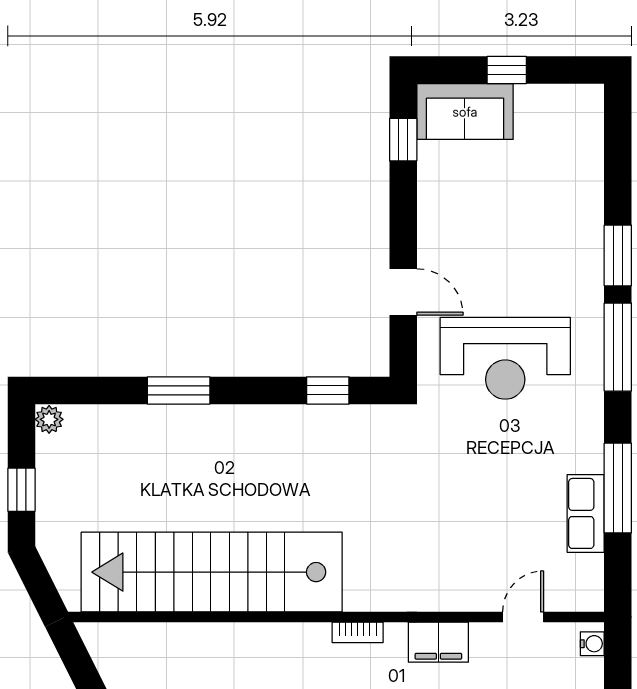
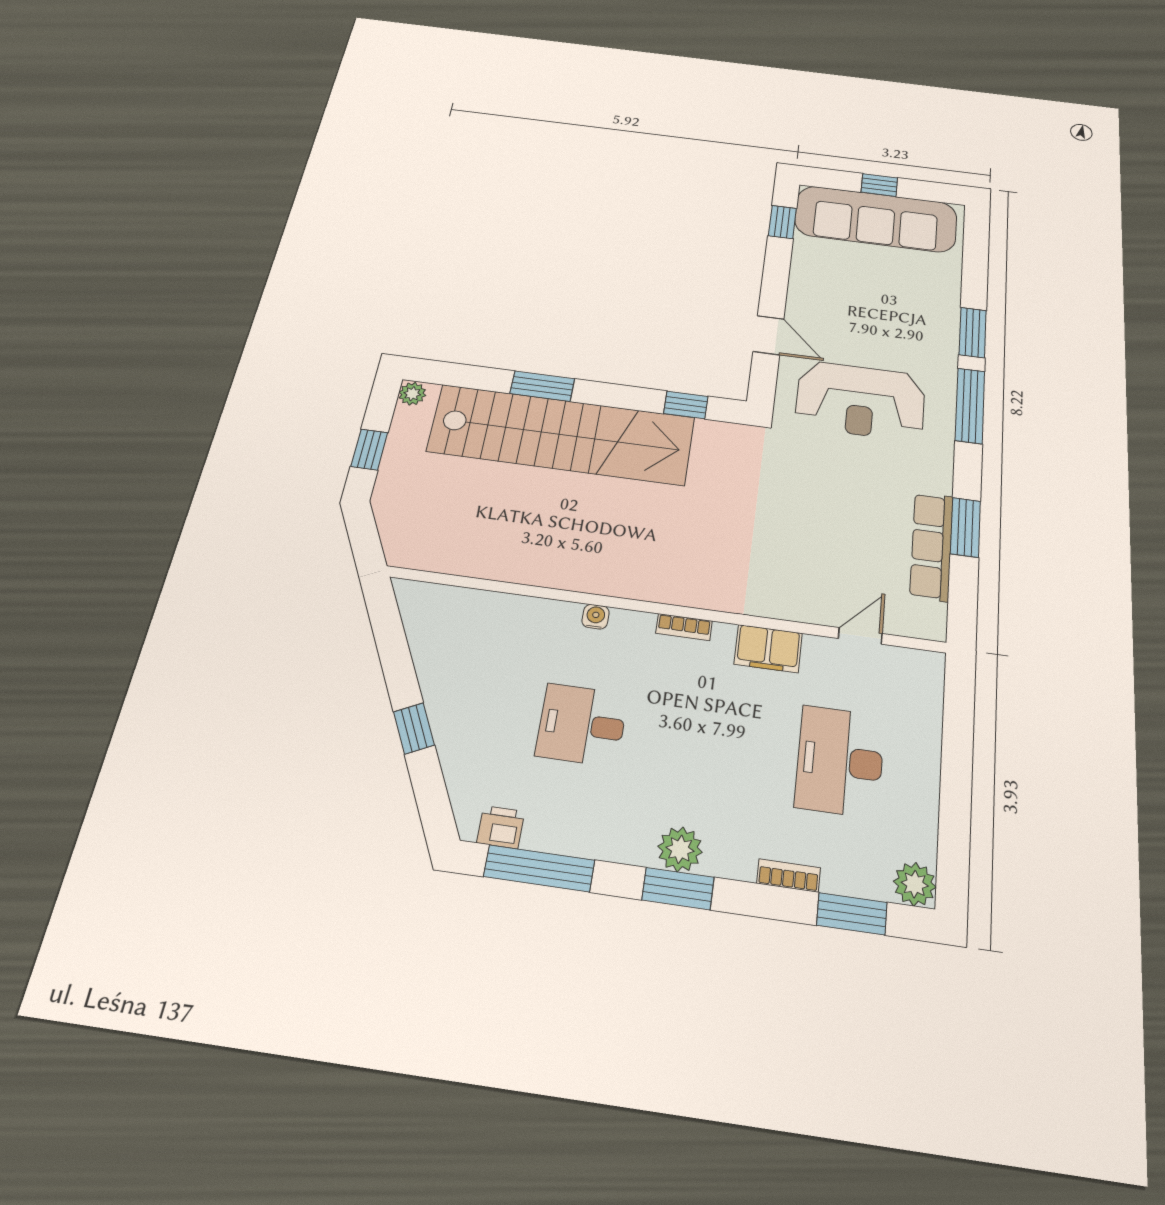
sofa: (465, 112) -> (876, 219), width x1.85, depth x1.27
window: (618, 488) -> (965, 527), width x0.69
row of seats: (586, 513) -> (932, 546), width x1.48
stairs: (212, 572) -> (561, 434), moved, turned 180
water cooler: (592, 644) -> (596, 617), moved, turned -90

